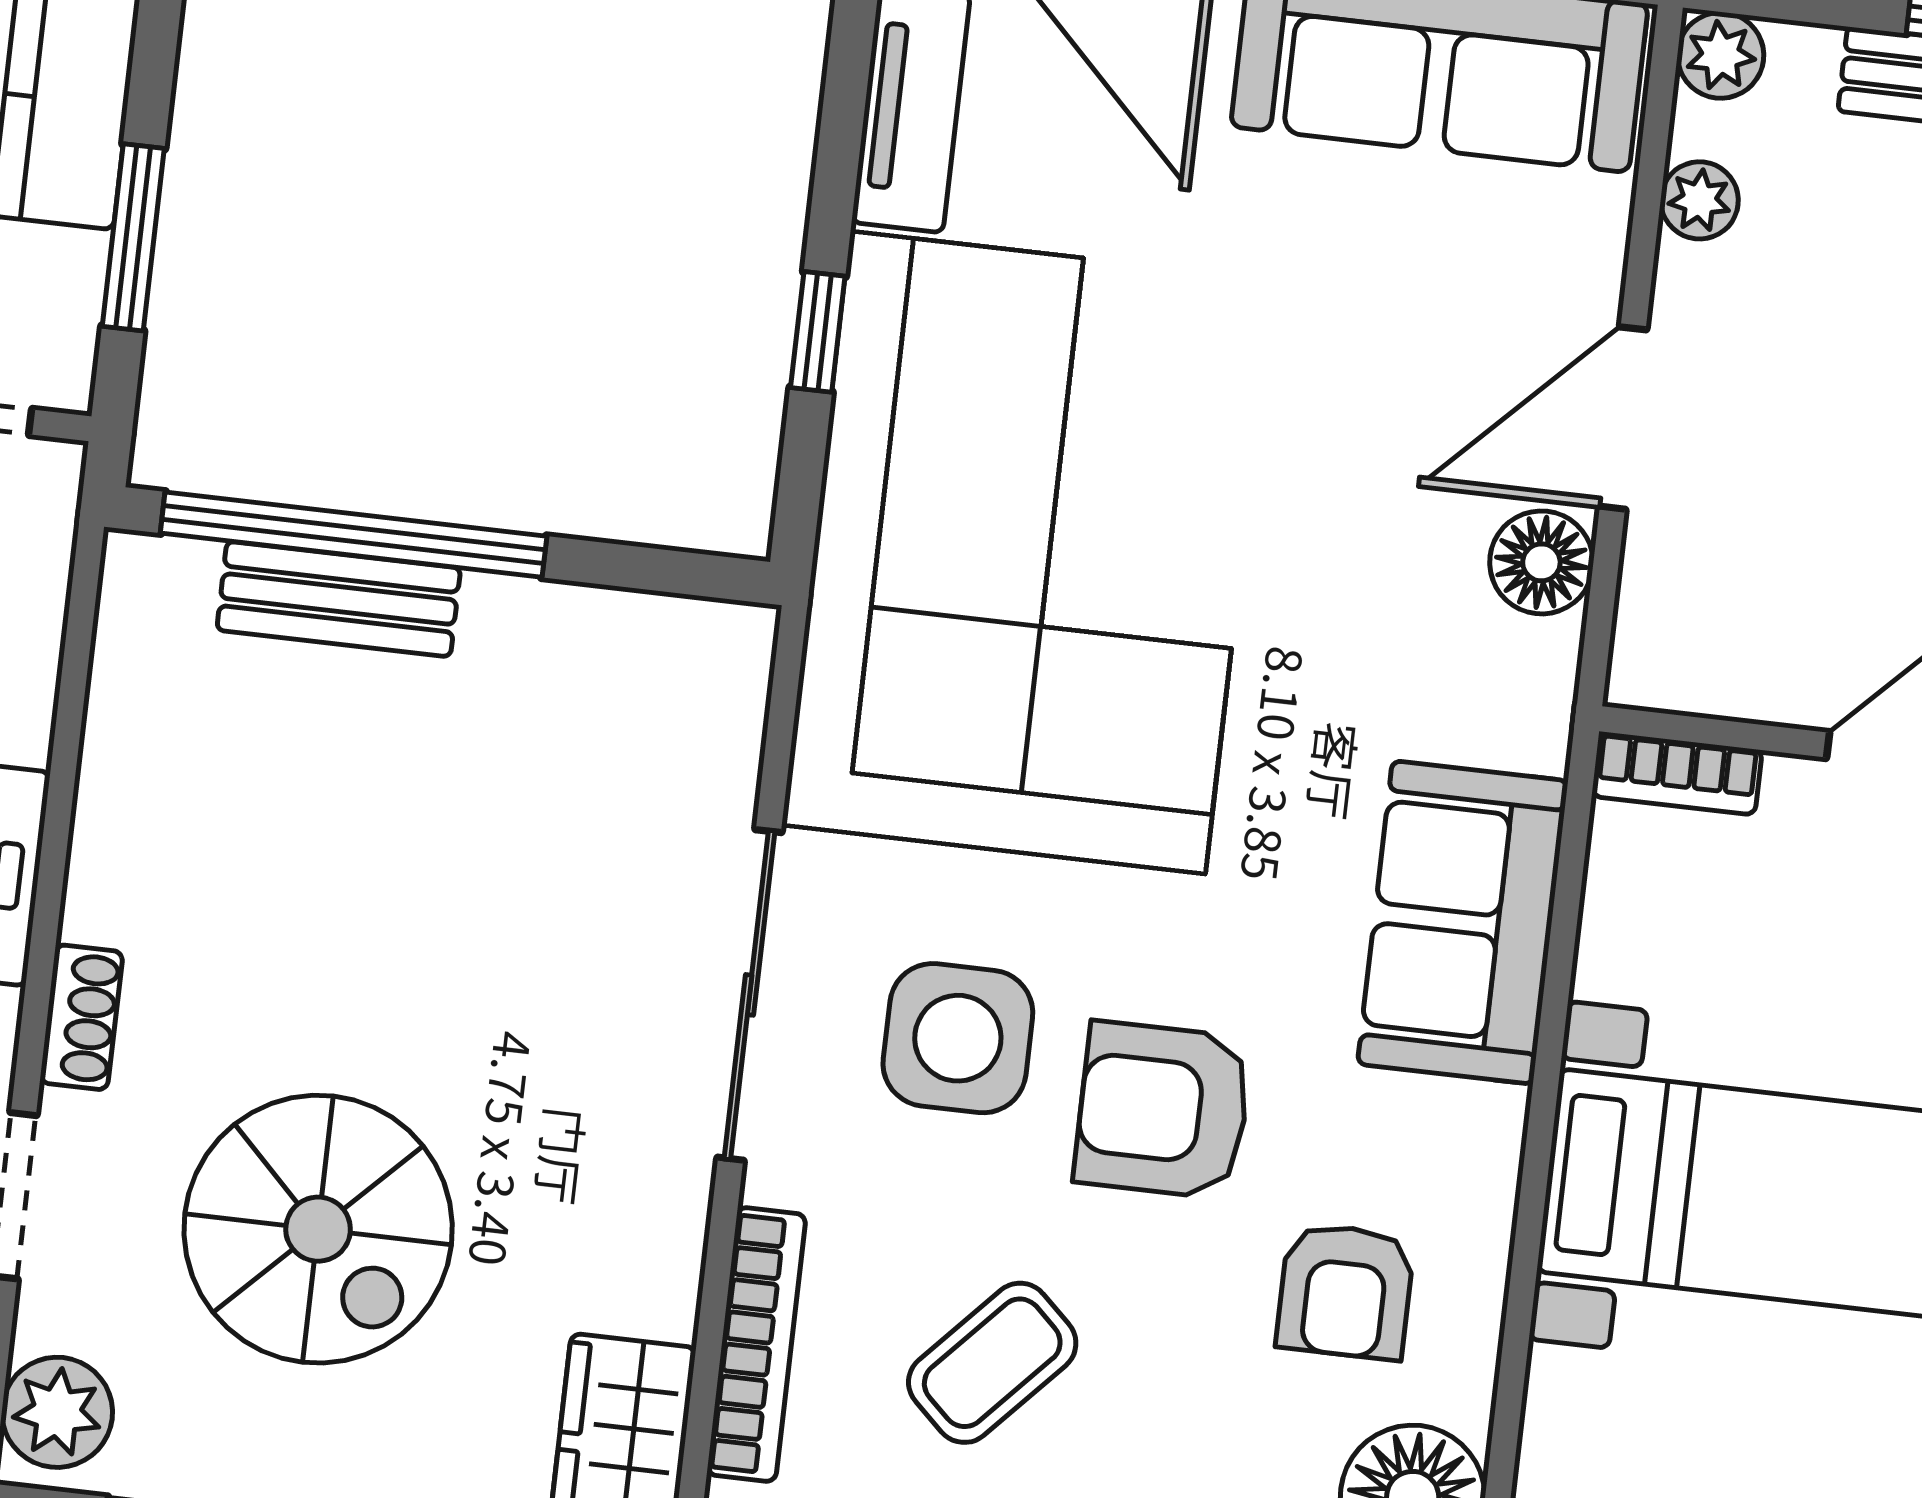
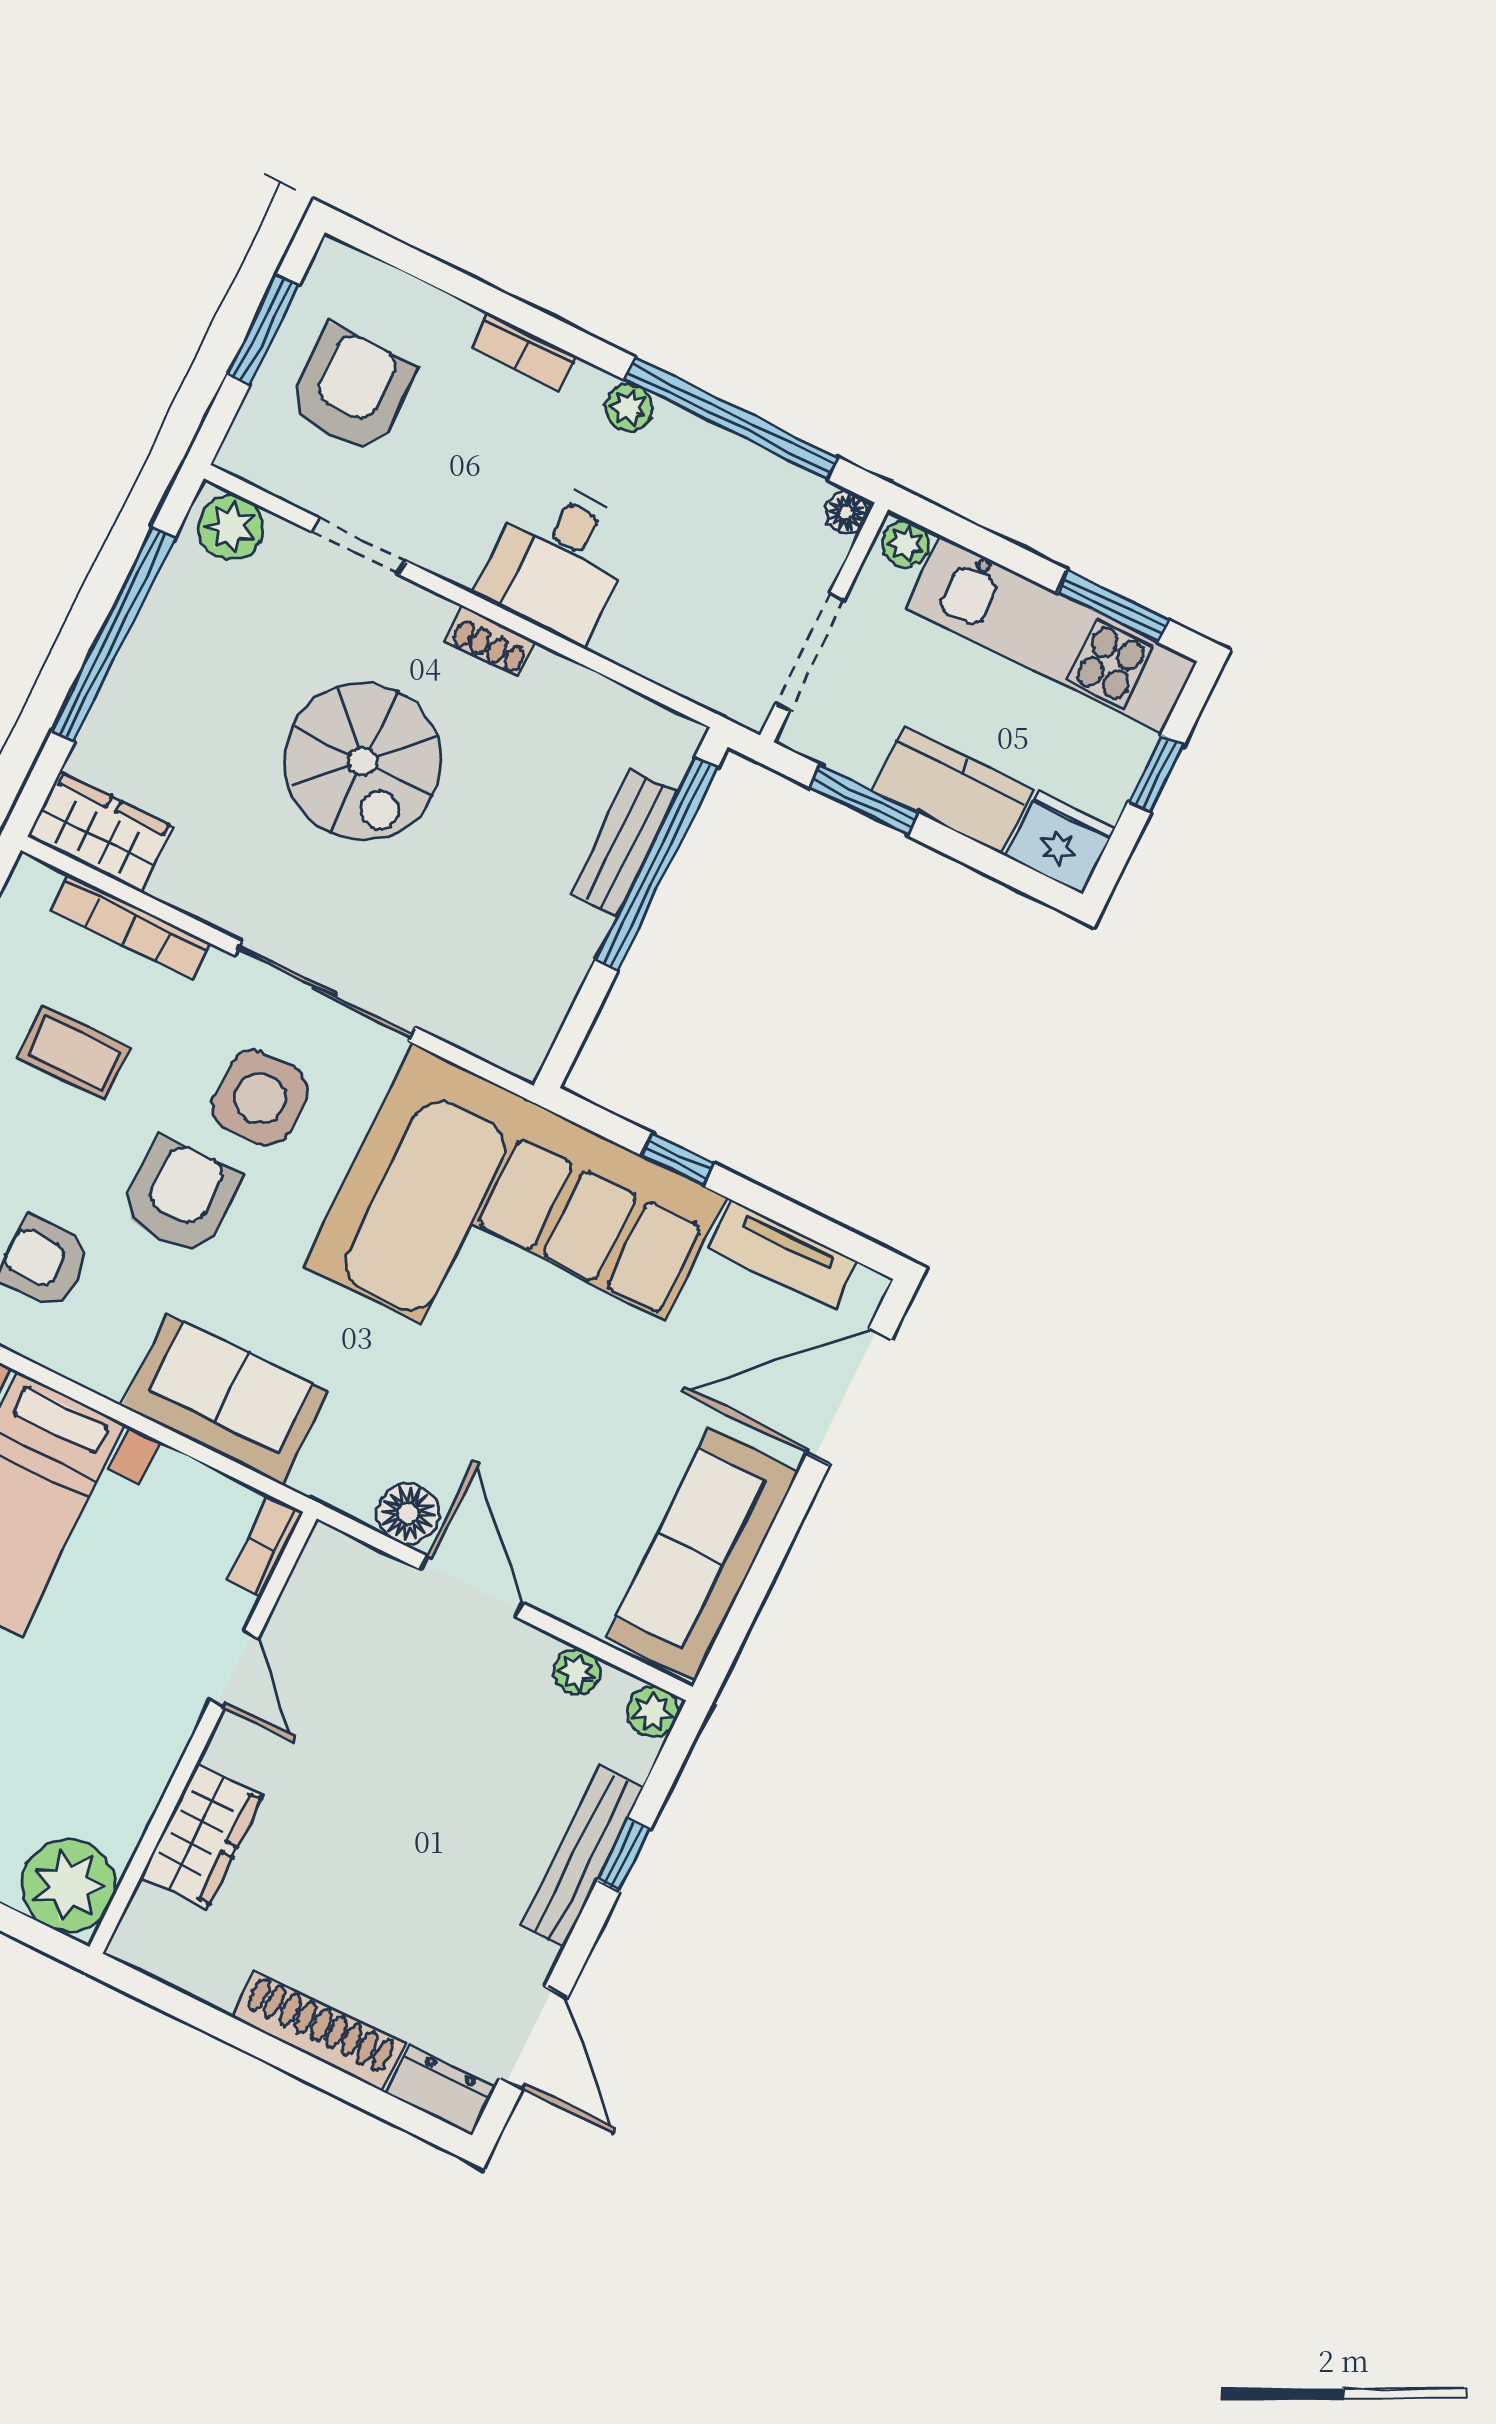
shoe rack: (81, 1017) -> (491, 642), moved
spiral stairs: (318, 1229) -> (363, 762), moved, turned -90
coffee table: (992, 1363) -> (74, 1053), turned -43

